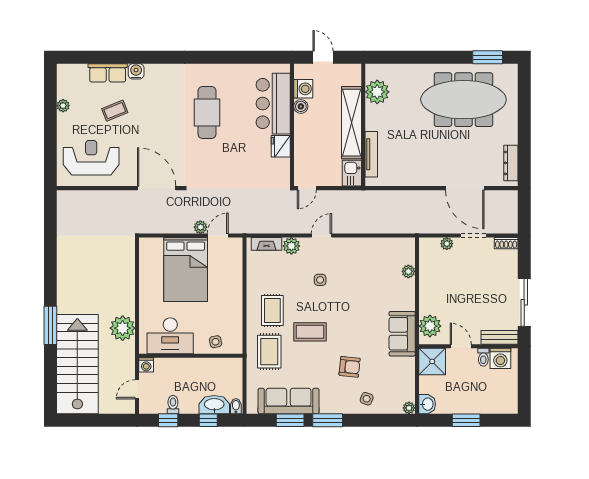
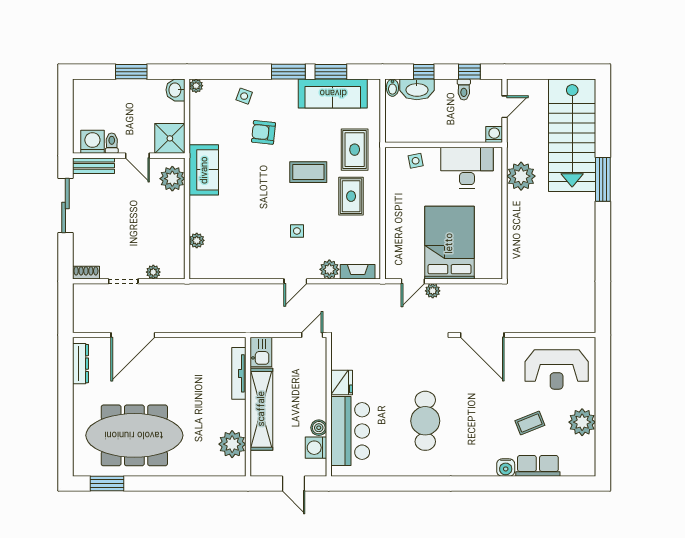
plant: (63, 106) -> (582, 422), width x1.88, depth x1.88
door: (465, 188) -> (133, 335), swing flipped

